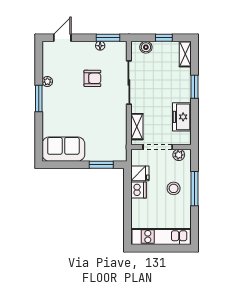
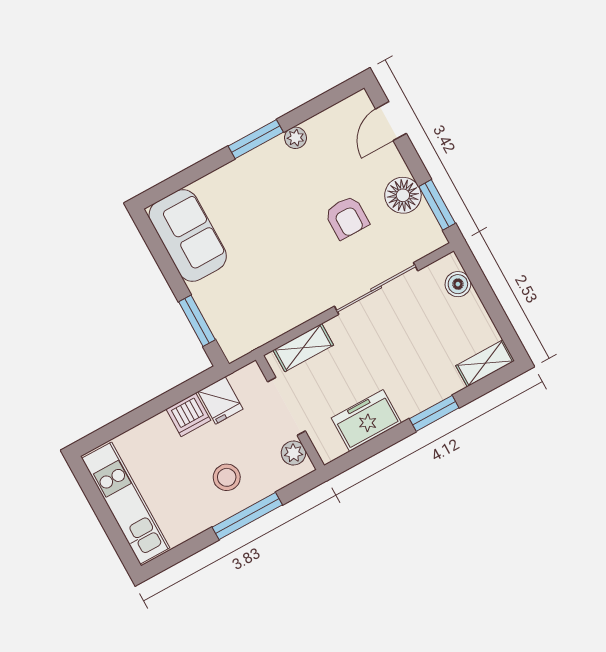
door: (62, 38) -> (391, 121), swing flipped
window: (164, 38) -> (493, 307), removed
floor lamp: (100, 46) -> (403, 195), width x1.89, depth x1.89

